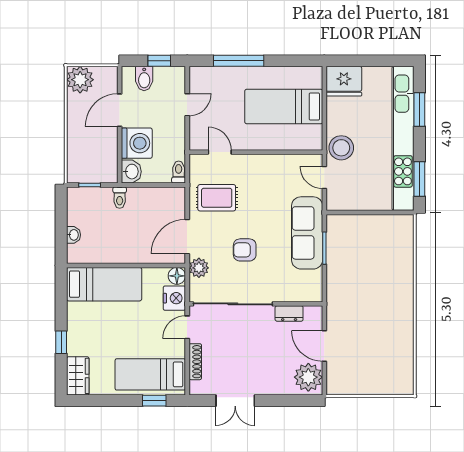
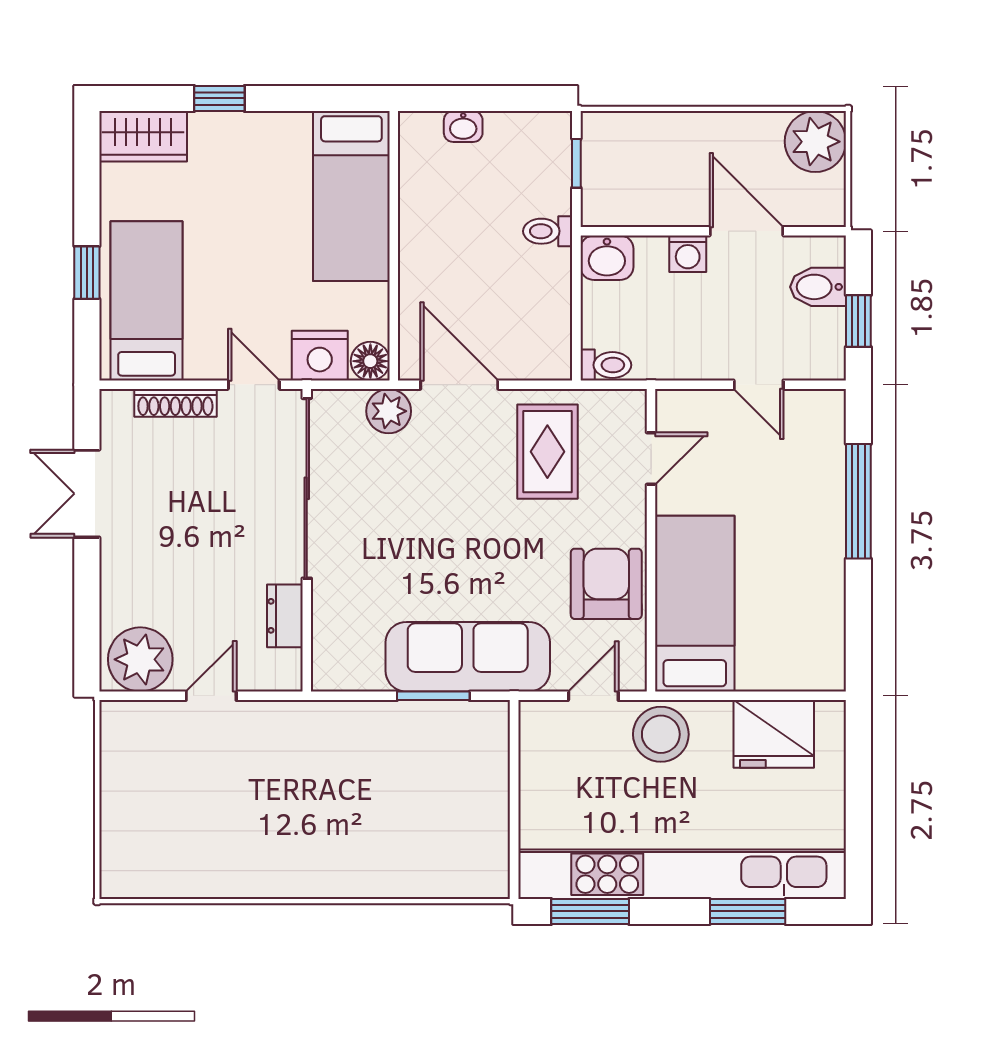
fridge: (344, 81) -> (774, 734), moved, turned -90
bed: (284, 106) -> (695, 604), moved
washing machine: (137, 143) -> (688, 254), width x0.53, depth x0.53
armchair: (245, 250) -> (606, 584), moved, width x1.38, depth x1.38
door: (324, 346) -> (211, 696), width x0.73
window: (154, 401) -> (87, 273), moved

